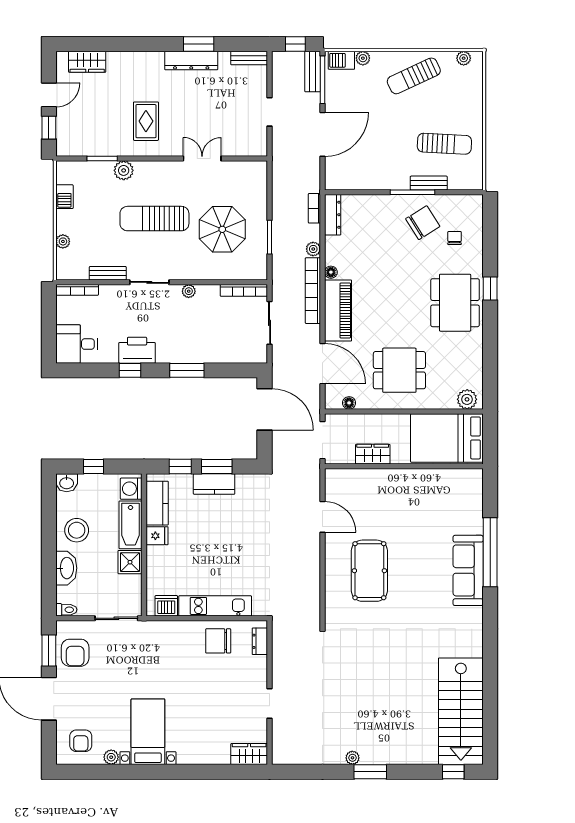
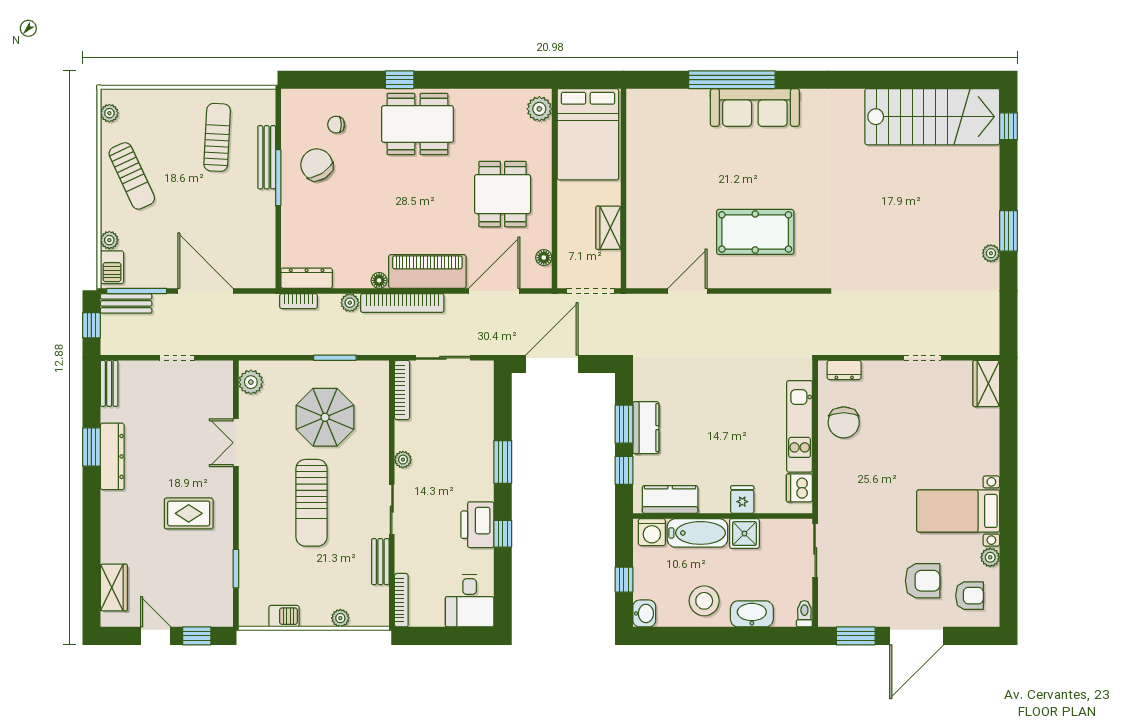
plant: (124, 170) -> (251, 382), moved
bench: (429, 183) -> (267, 157), width x1.36
fridge: (157, 536) -> (742, 500), moved
armchair: (75, 653) -> (923, 581), moved

